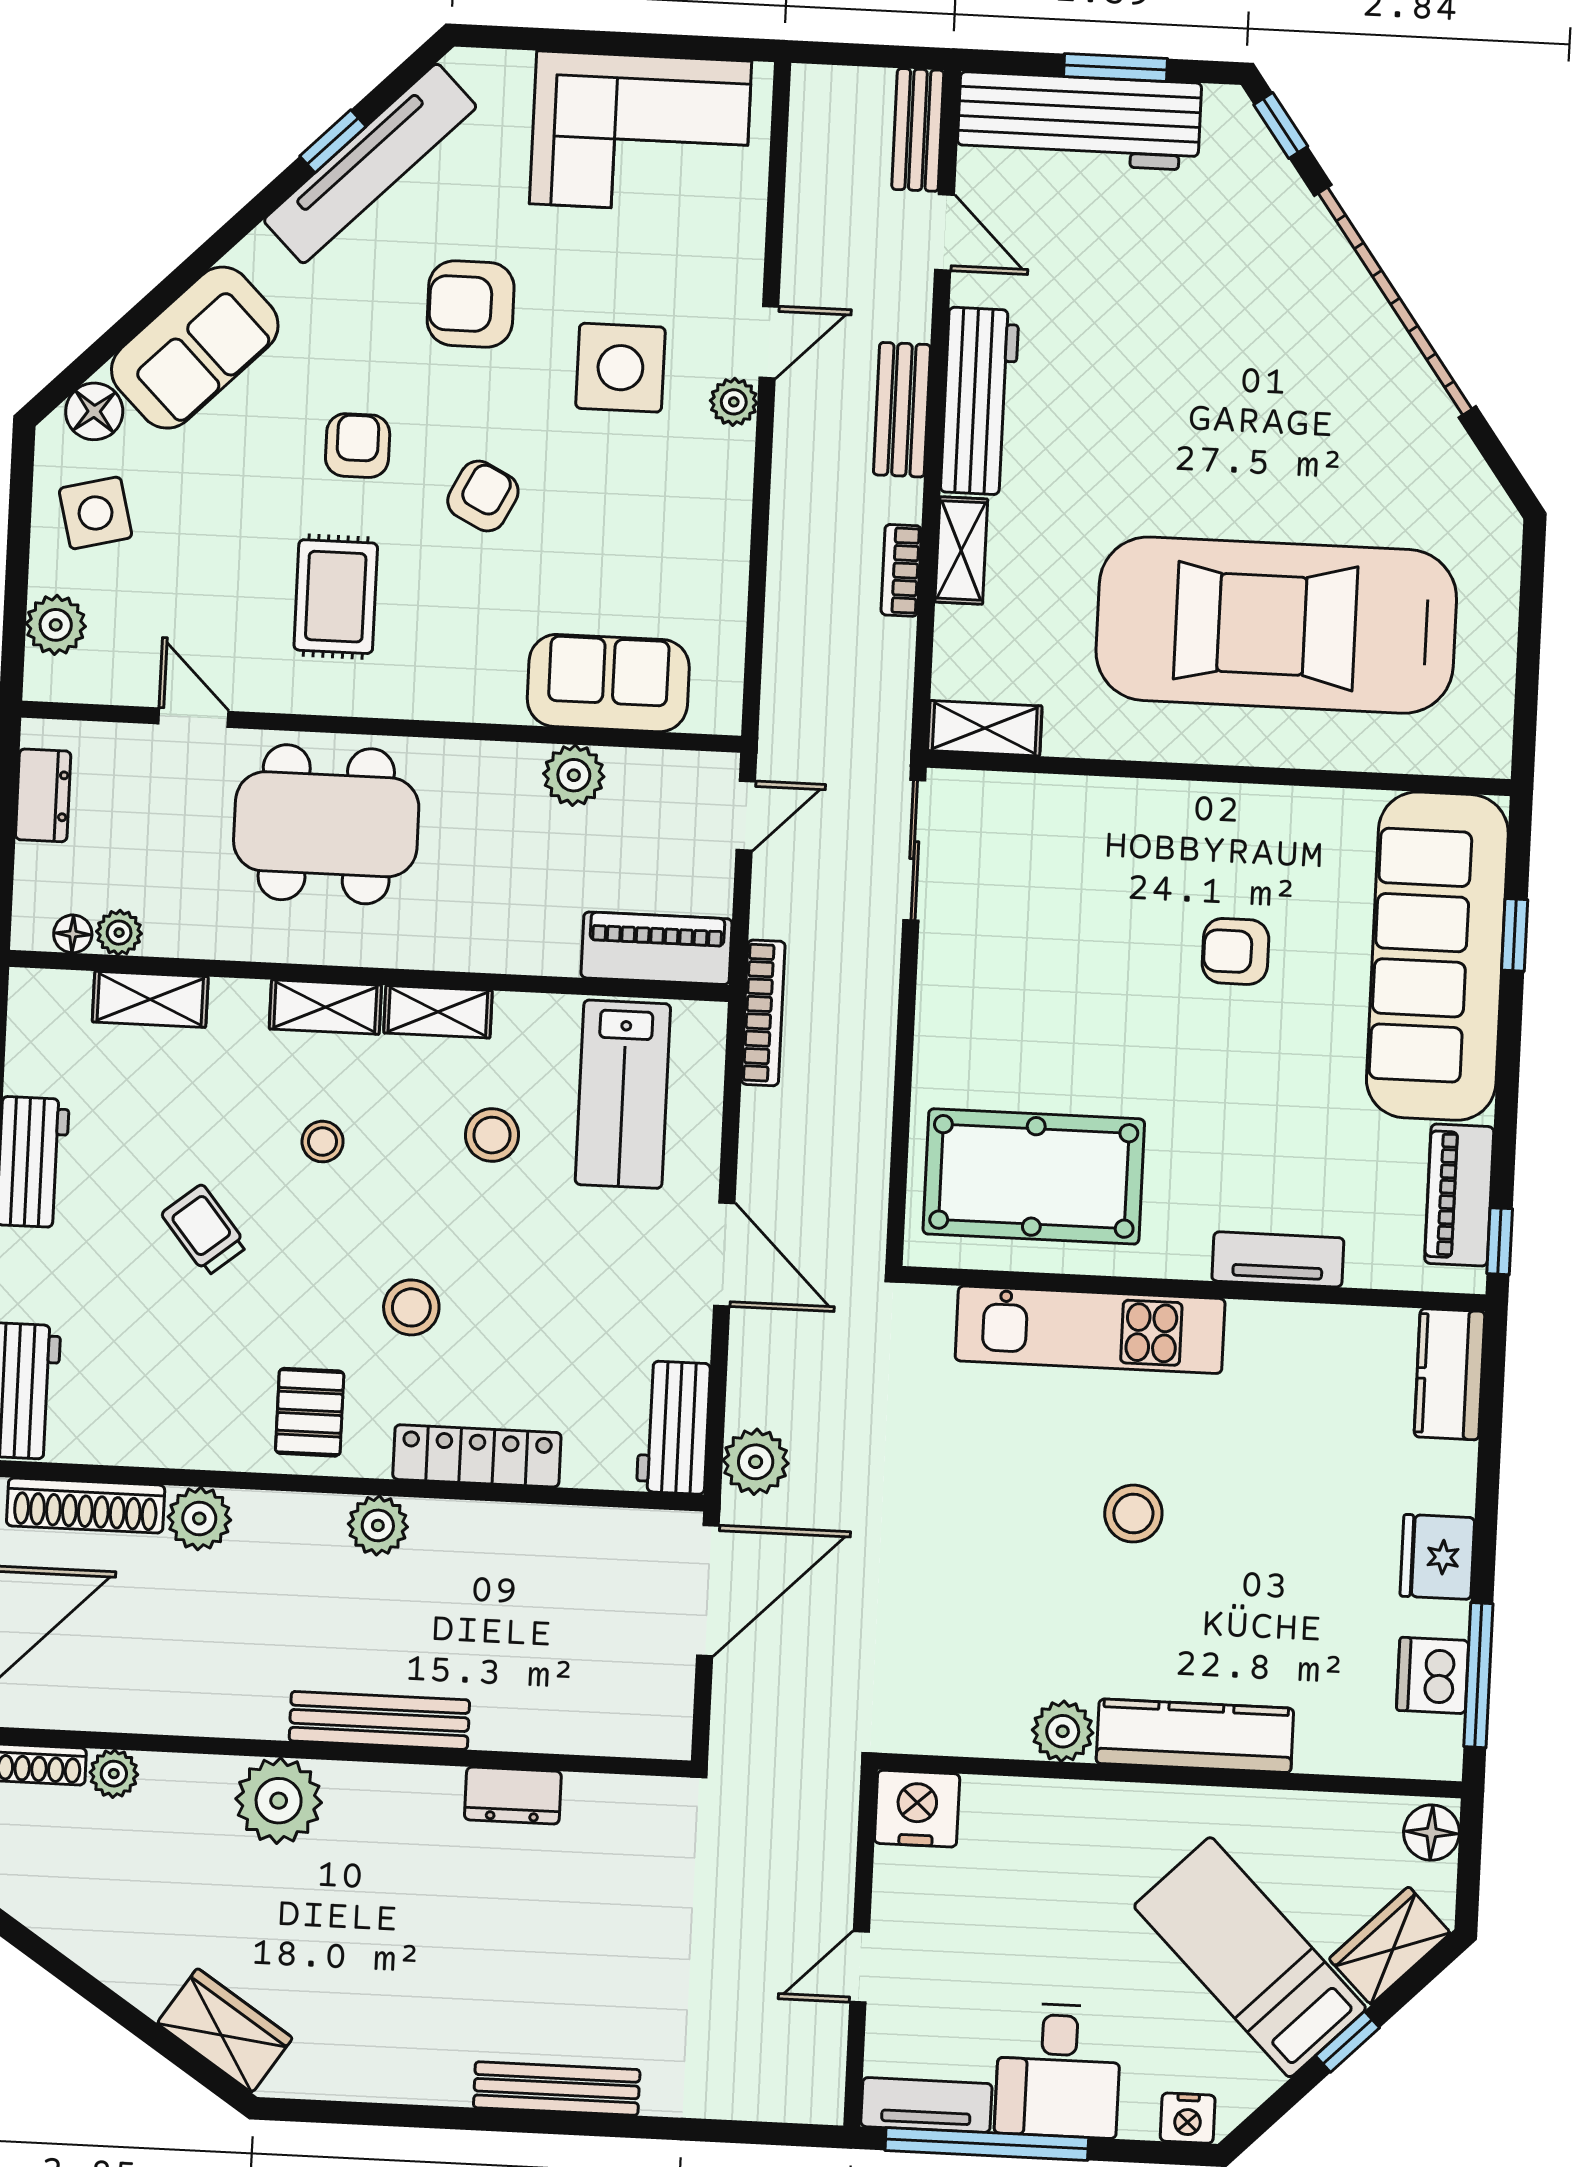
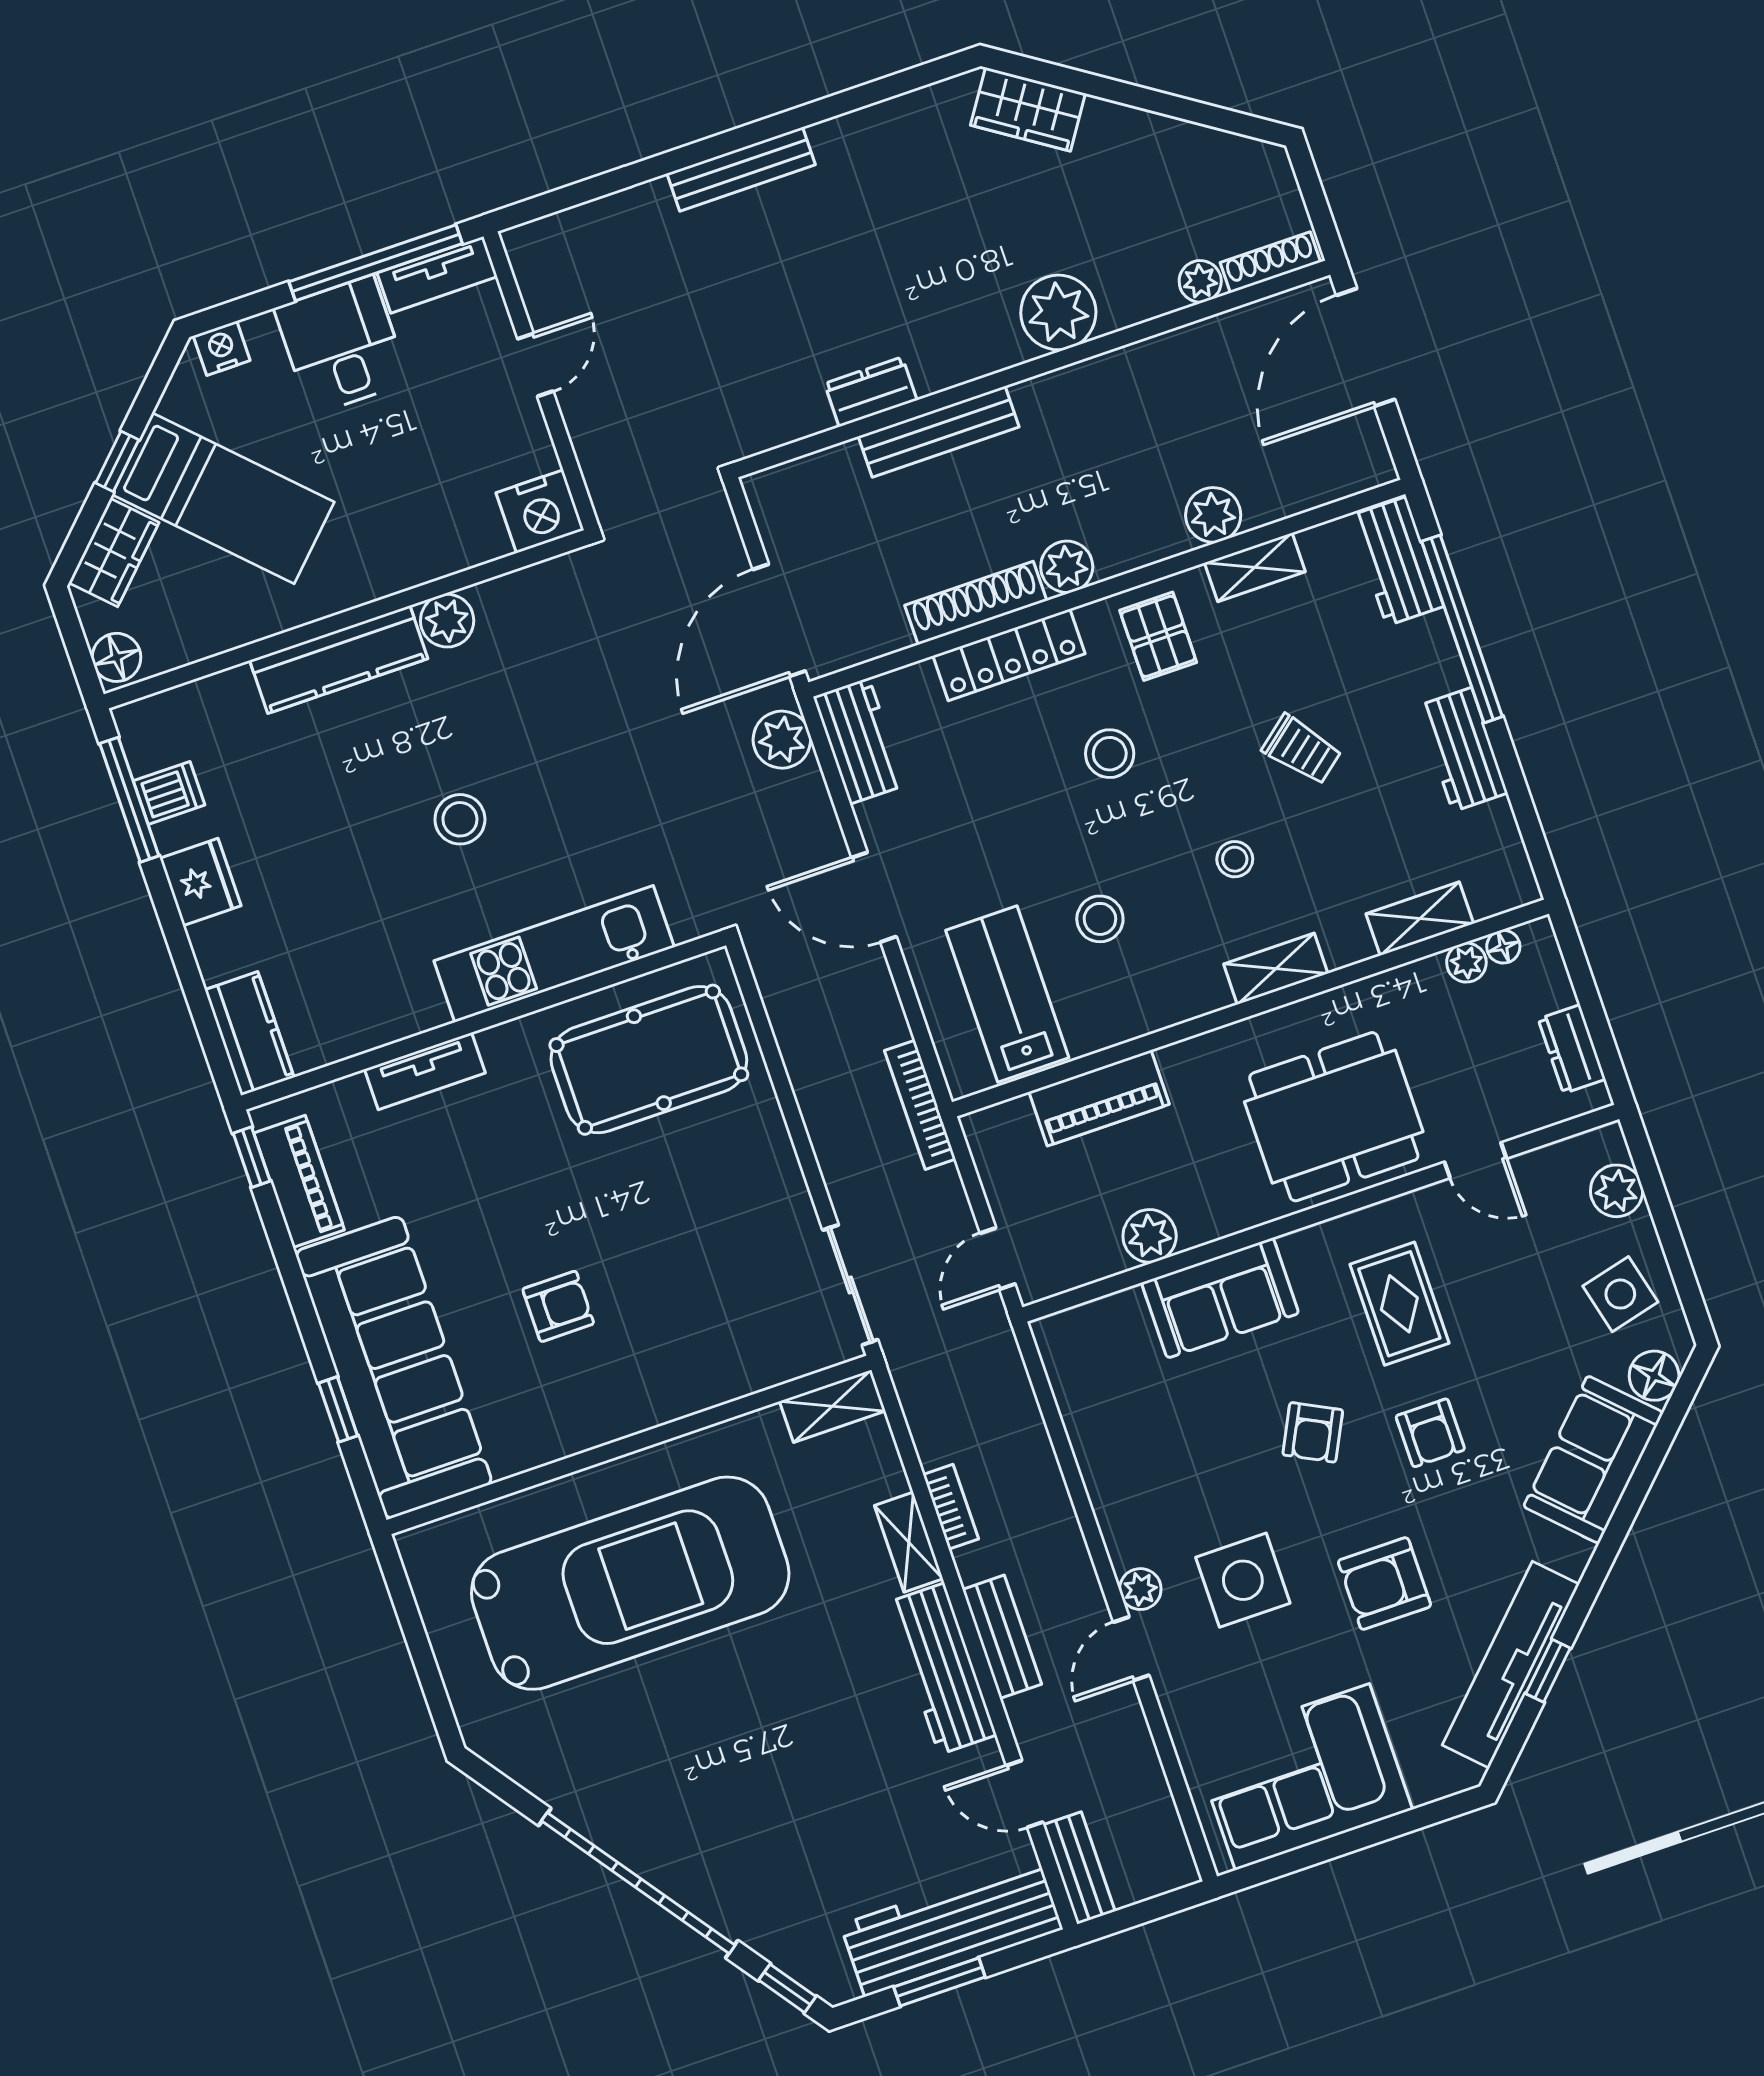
armchair: (471, 304) -> (1384, 1584), turned 180
sofa: (608, 683) -> (1220, 1298), moved
piano: (657, 948) -> (1099, 1098), moved
shelving: (438, 1012) -> (1255, 567), moved
shoe rack: (86, 1505) -> (976, 603), moved
dishwasher: (1433, 1675) -> (169, 793), width x0.73
bench: (379, 1720) -> (939, 432), moved

